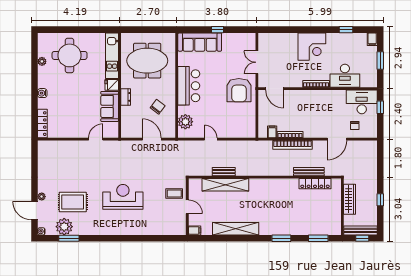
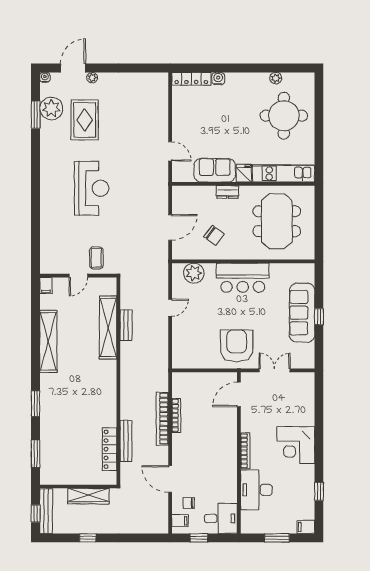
sofa: (200, 42) -> (302, 313), moved
armchair: (239, 90) -> (237, 346), turned 90
water cooler: (42, 93) -> (218, 79), moved
desk: (362, 102) -> (221, 518), width x0.73
window: (380, 107) -> (199, 538), moved
filing cabinet: (272, 132) -> (180, 521), moved

